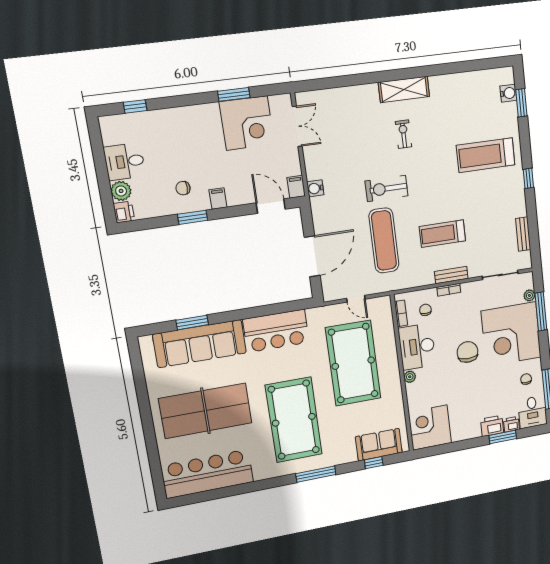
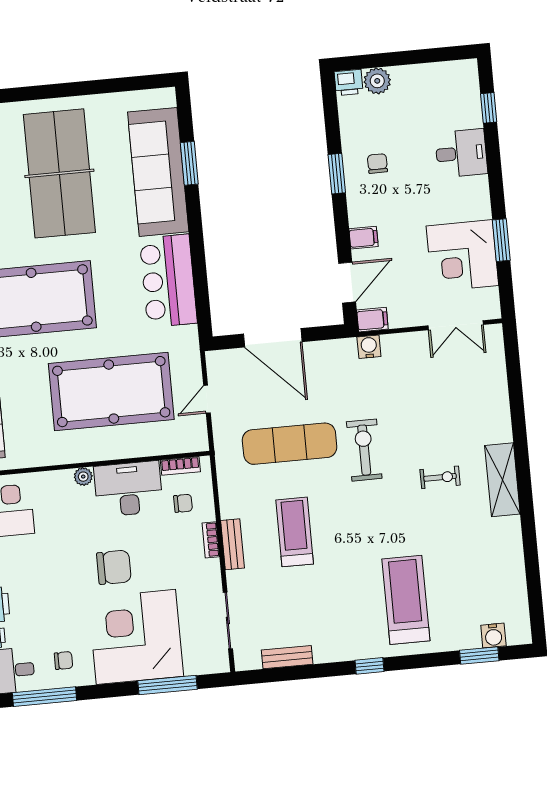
desk: (125, 162) -> (461, 153), moved, turned 90
filing cabinet: (218, 199) -> (364, 238), moved
plant: (529, 295) -> (193, 667), removed

